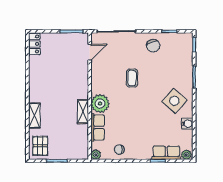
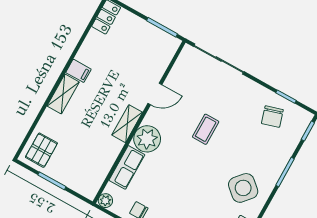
chair: (153, 46) -> (272, 117), moved
door: (90, 52) -> (155, 94), moved
filing cabinet: (36, 86) -> (78, 71), added
shelving: (83, 112) -> (127, 124), moved
shelving: (34, 116) -> (63, 94), moved

